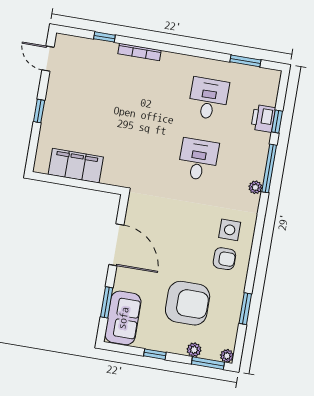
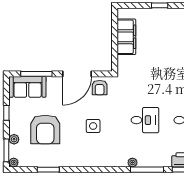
side table: (230, 230) -> (93, 126), moved
armchair: (224, 259) -> (100, 88), moved
window: (107, 302) -> (36, 74), width x1.44

